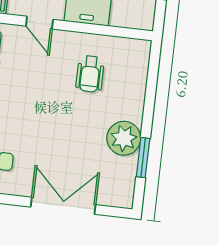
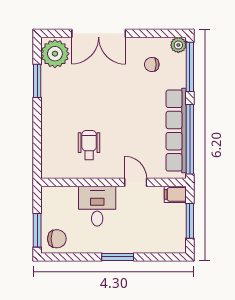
plant: (124, 138) -> (55, 54), moved

